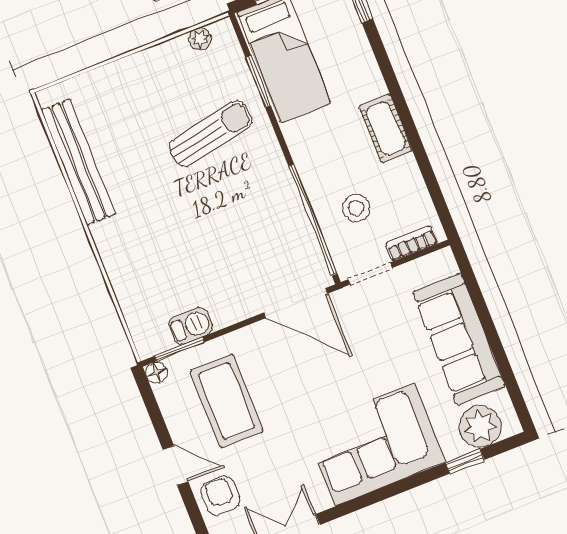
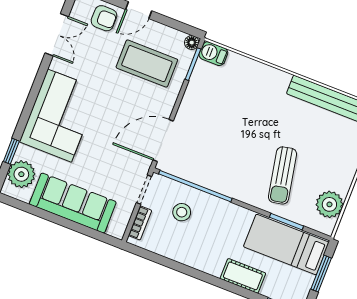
plant: (200, 39) -> (329, 204), width x1.88, depth x1.88
cot: (386, 129) -> (243, 276), moved
barbecue: (191, 326) -> (213, 54), moved, turned 90

